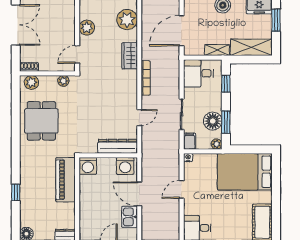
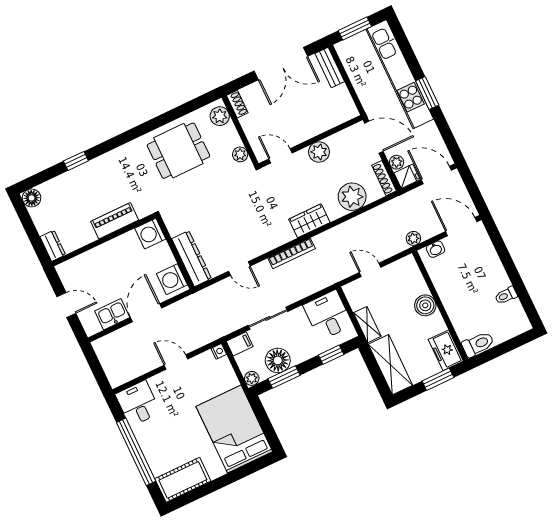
door: (182, 31) -> (370, 270), width x0.53
piano: (66, 180) -> (115, 221), width x0.73, depth x0.75

